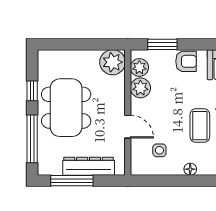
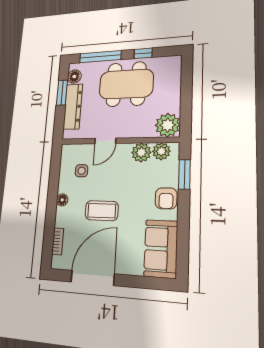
floor lamp: (54, 167) -> (74, 76), added
window: (72, 181) -> (62, 93), width x0.69

